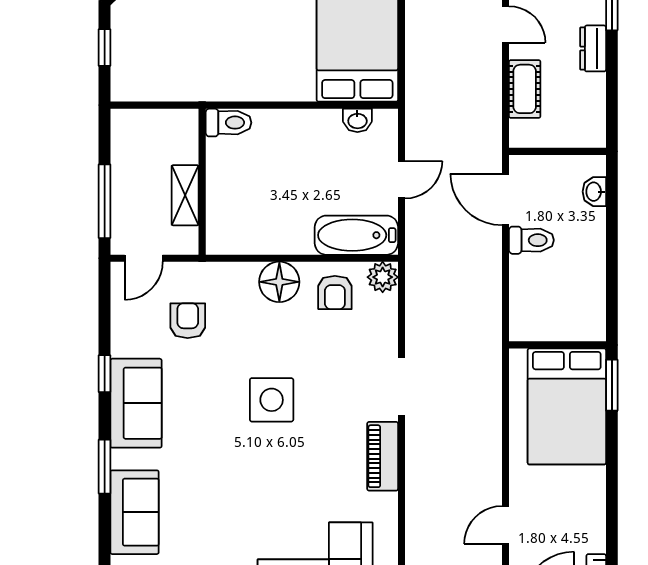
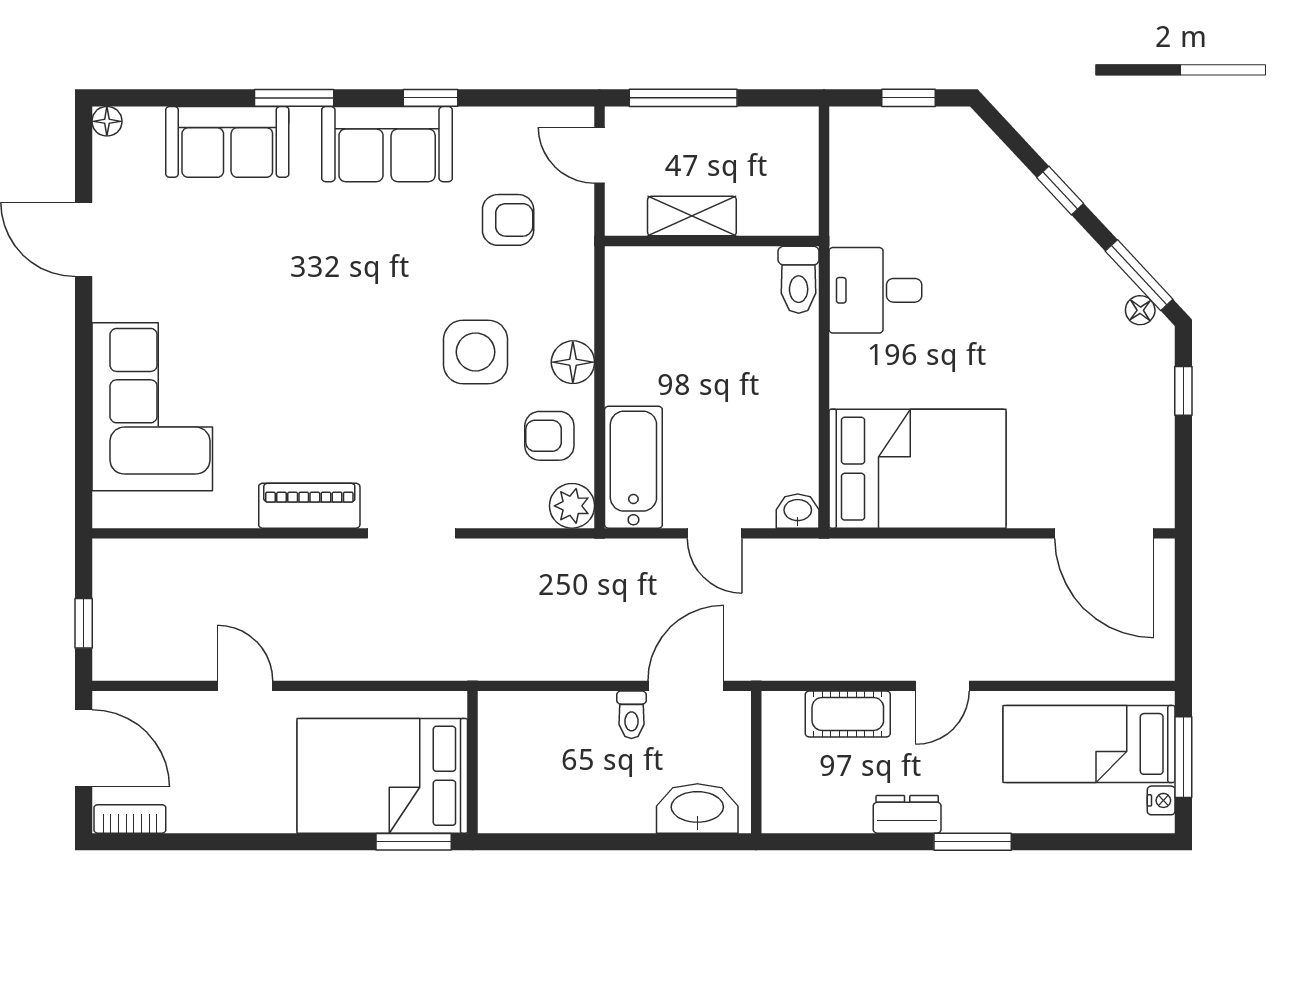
desk: (236, 70) -> (875, 290), added
washbasin: (357, 120) -> (798, 511), moved, turned 90
washbasin: (594, 192) -> (697, 808), width x1.91, depth x1.45
toilet: (531, 240) -> (631, 715), width x0.73, depth x0.72
floor lamp: (279, 282) -> (573, 362), width x0.73, depth x0.73
side table: (272, 400) -> (476, 352), moved
door: (505, 525) -> (245, 686), moved

